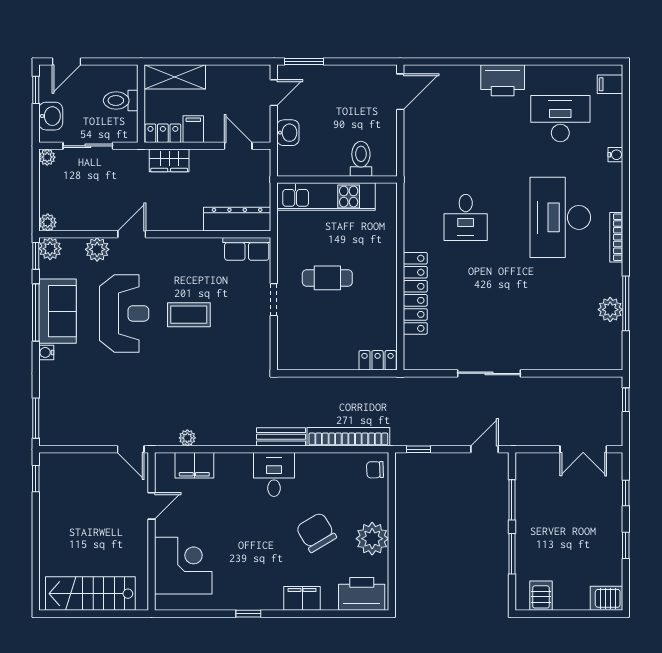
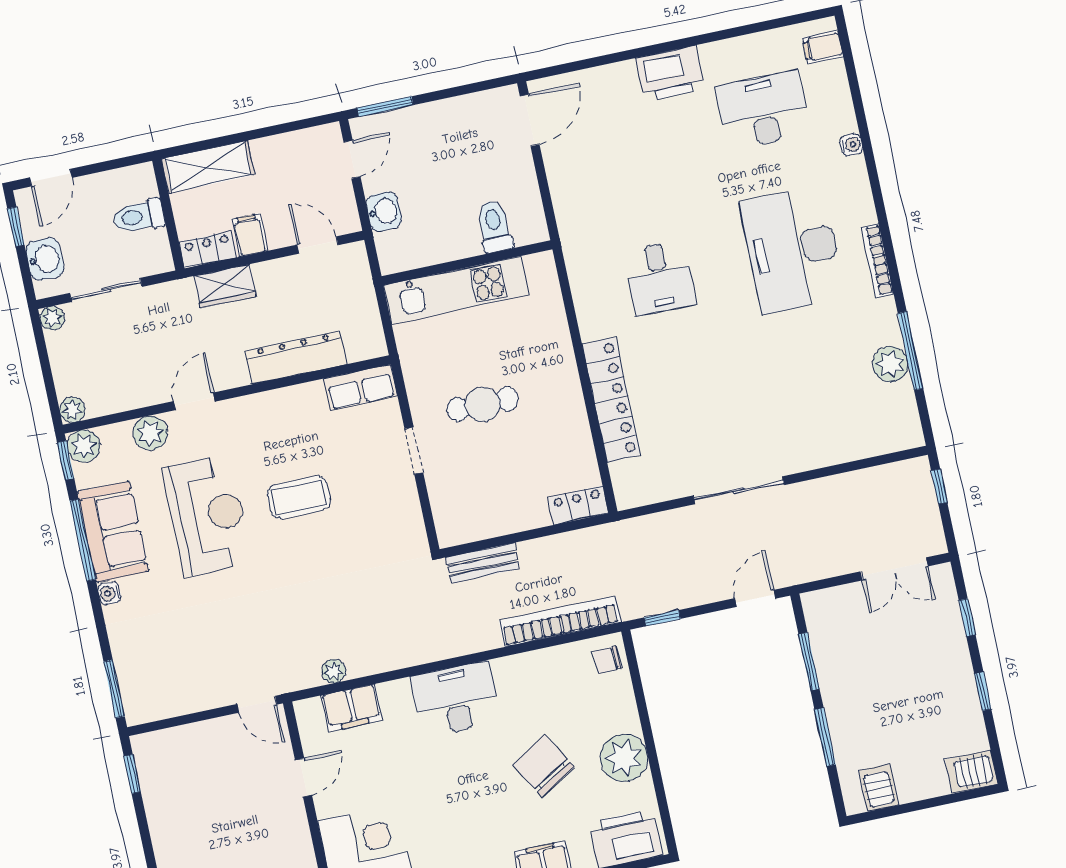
dresser: (237, 219) -> (296, 358), moved
bench: (281, 437) -> (483, 563), moved
desk: (274, 474) -> (456, 699), width x1.37

